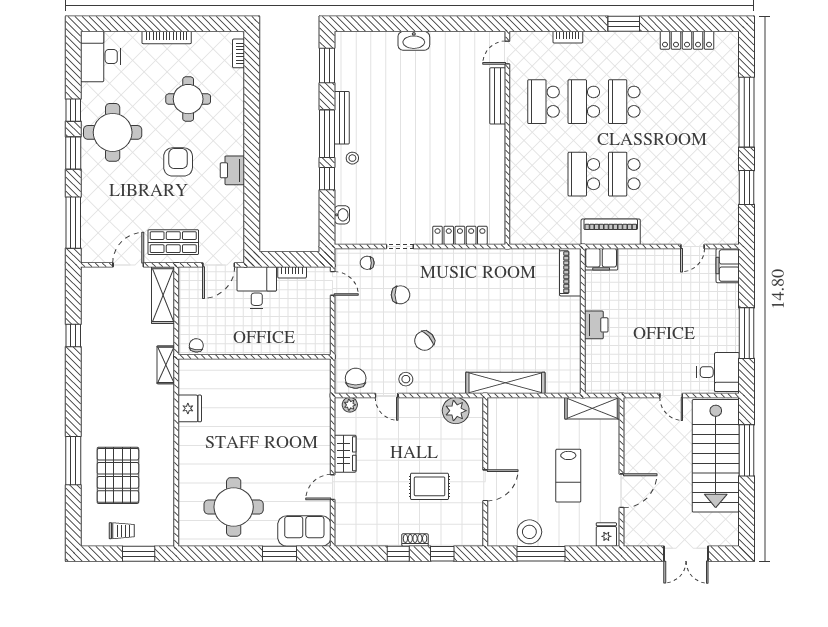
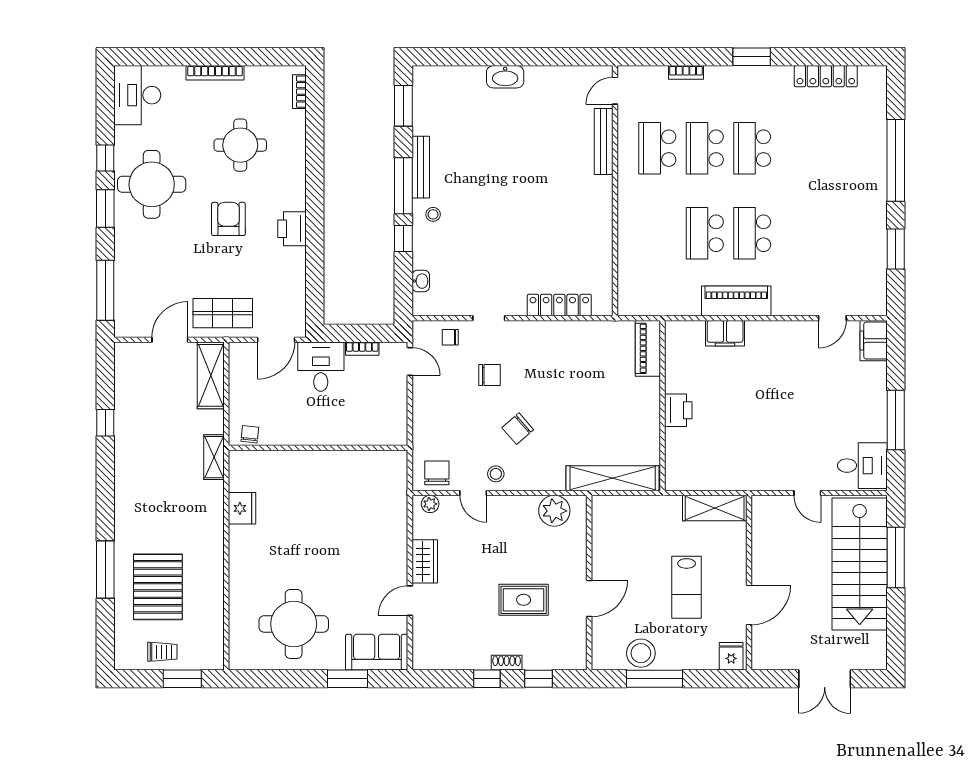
piano: (570, 272) -> (648, 348), moved
wall: (583, 321) -> (663, 406), moved
printer: (596, 325) -> (678, 410), moved

